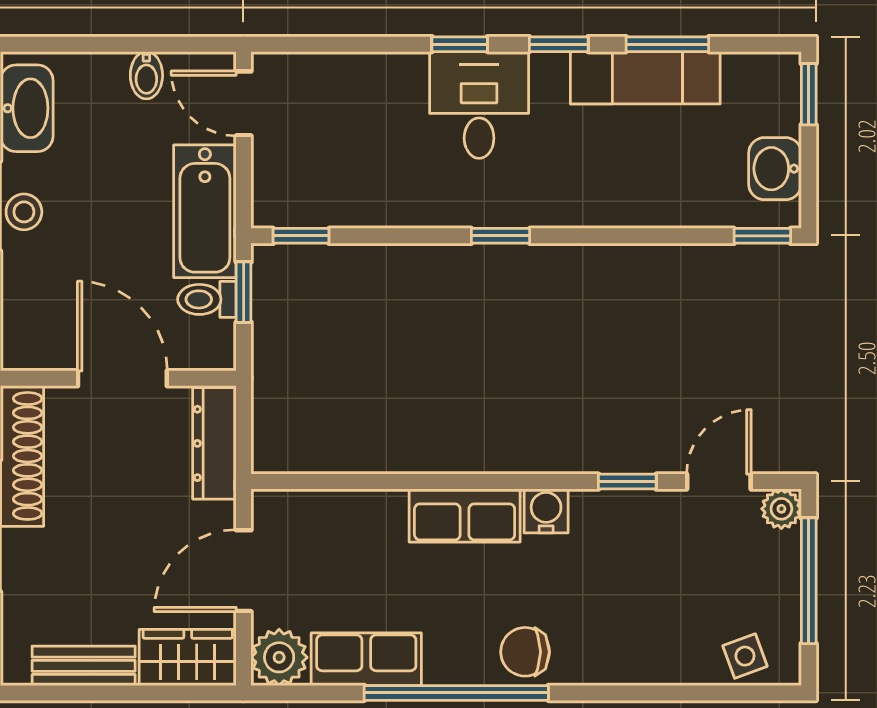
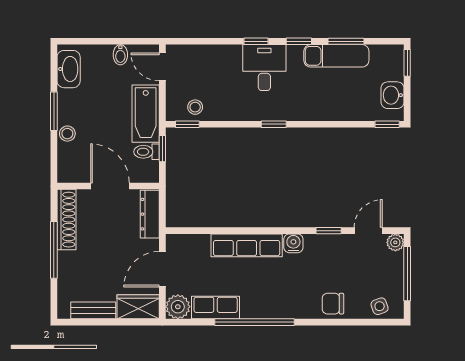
stool: (319, 196) -> (195, 107), added
stool: (24, 212) -> (67, 134), moved
row of seats: (465, 516) -> (247, 245), width x1.48
chair: (525, 652) -> (333, 304), moved

